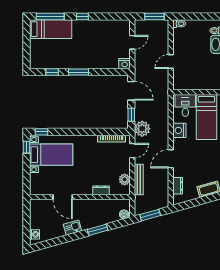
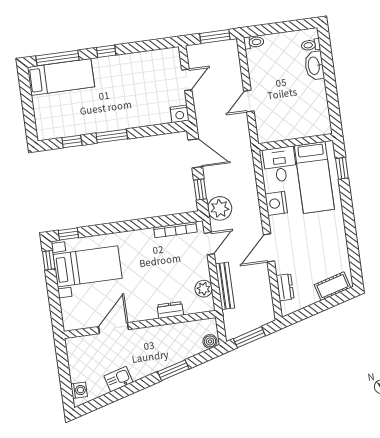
door: (63, 197) -> (113, 328), swing flipped
kitchen sink: (72, 228) -> (118, 379), moved

